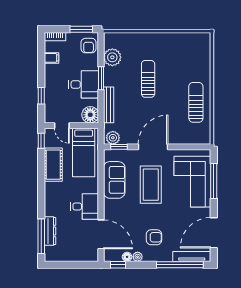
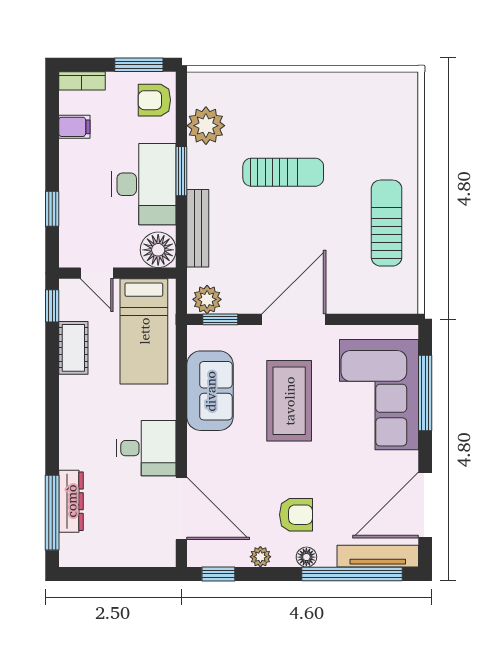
armchair: (89, 46) -> (154, 100), turned 90
sun lounger: (148, 79) -> (283, 172), turned 90
desk: (84, 84) -> (144, 184), width x1.37
cot: (53, 165) -> (73, 348), width x0.73, depth x0.75
floor lamp: (127, 257) -> (306, 557), moved

